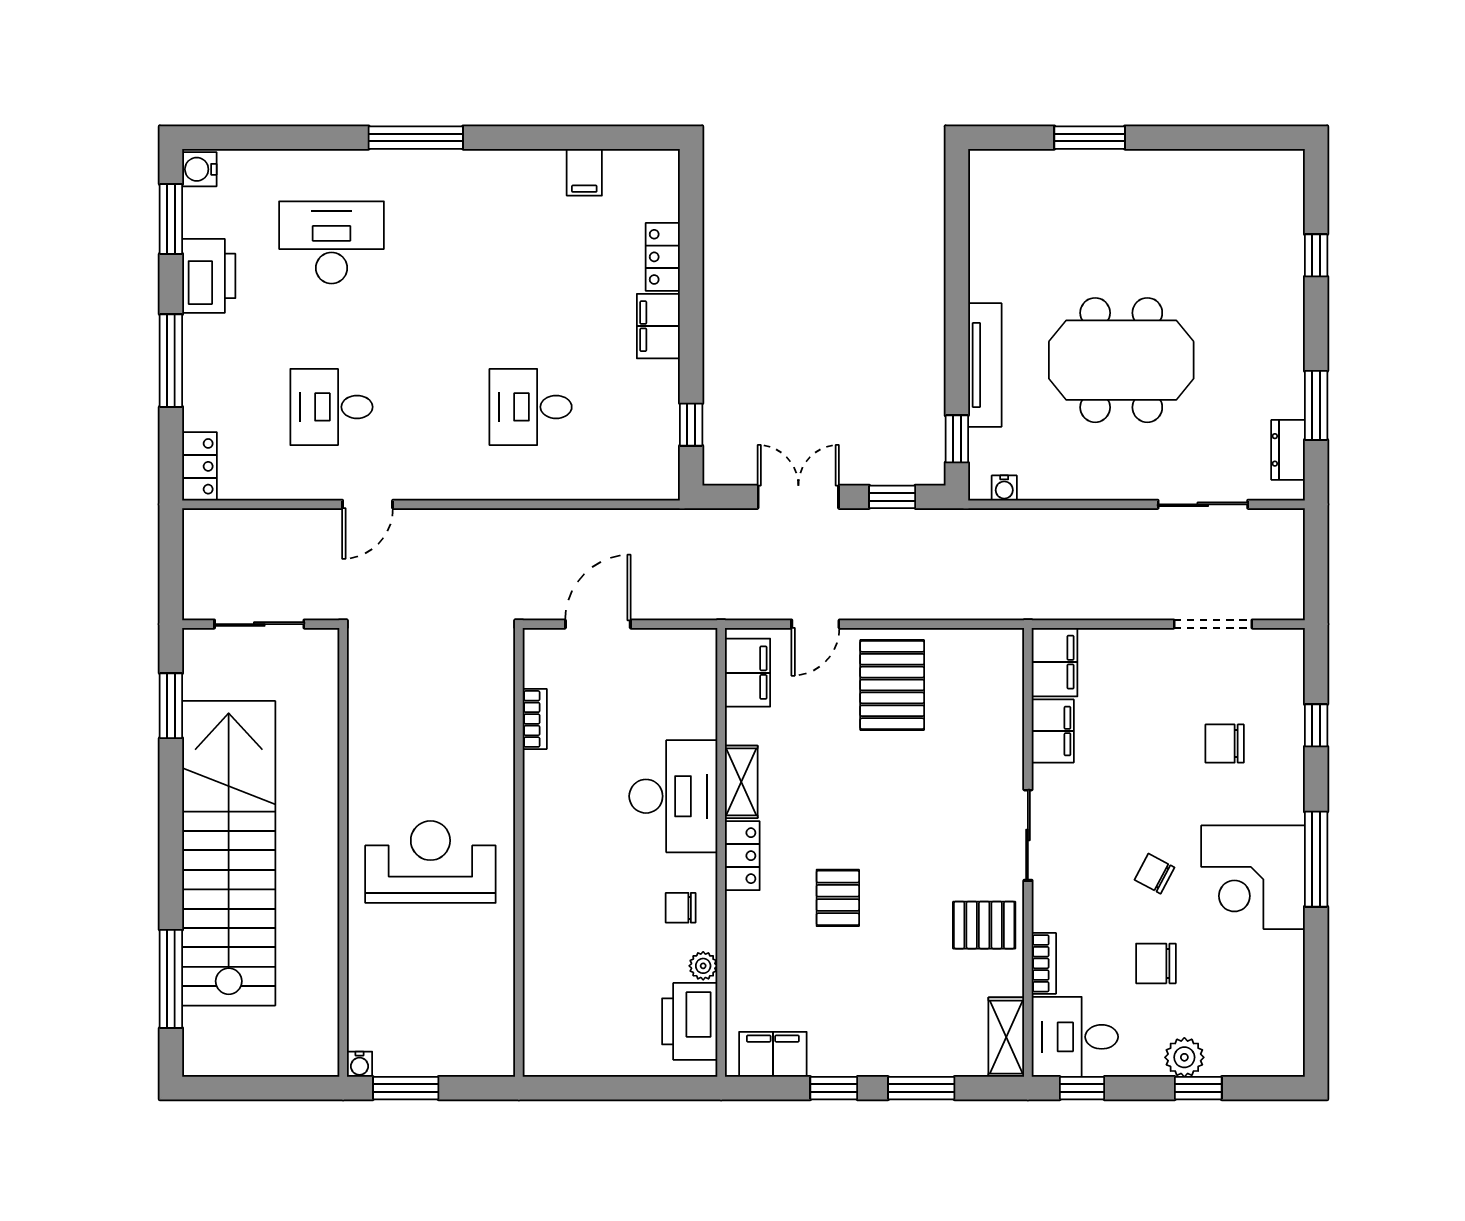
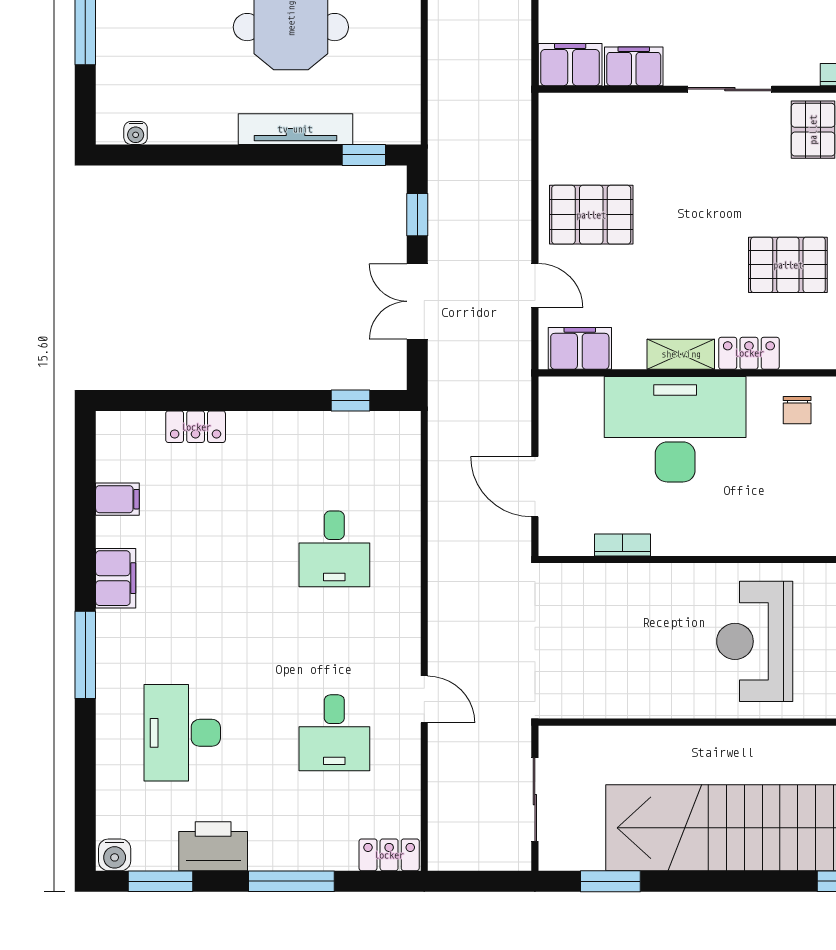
filing cabinet: (658, 326) -> (116, 578), moved, turned -90
water cooler: (1004, 488) -> (136, 133), moved, turned 90
desk: (673, 796) -> (675, 429), width x1.36, depth x1.30
pallet: (838, 898) -> (788, 265), width x1.50, depth x1.42

